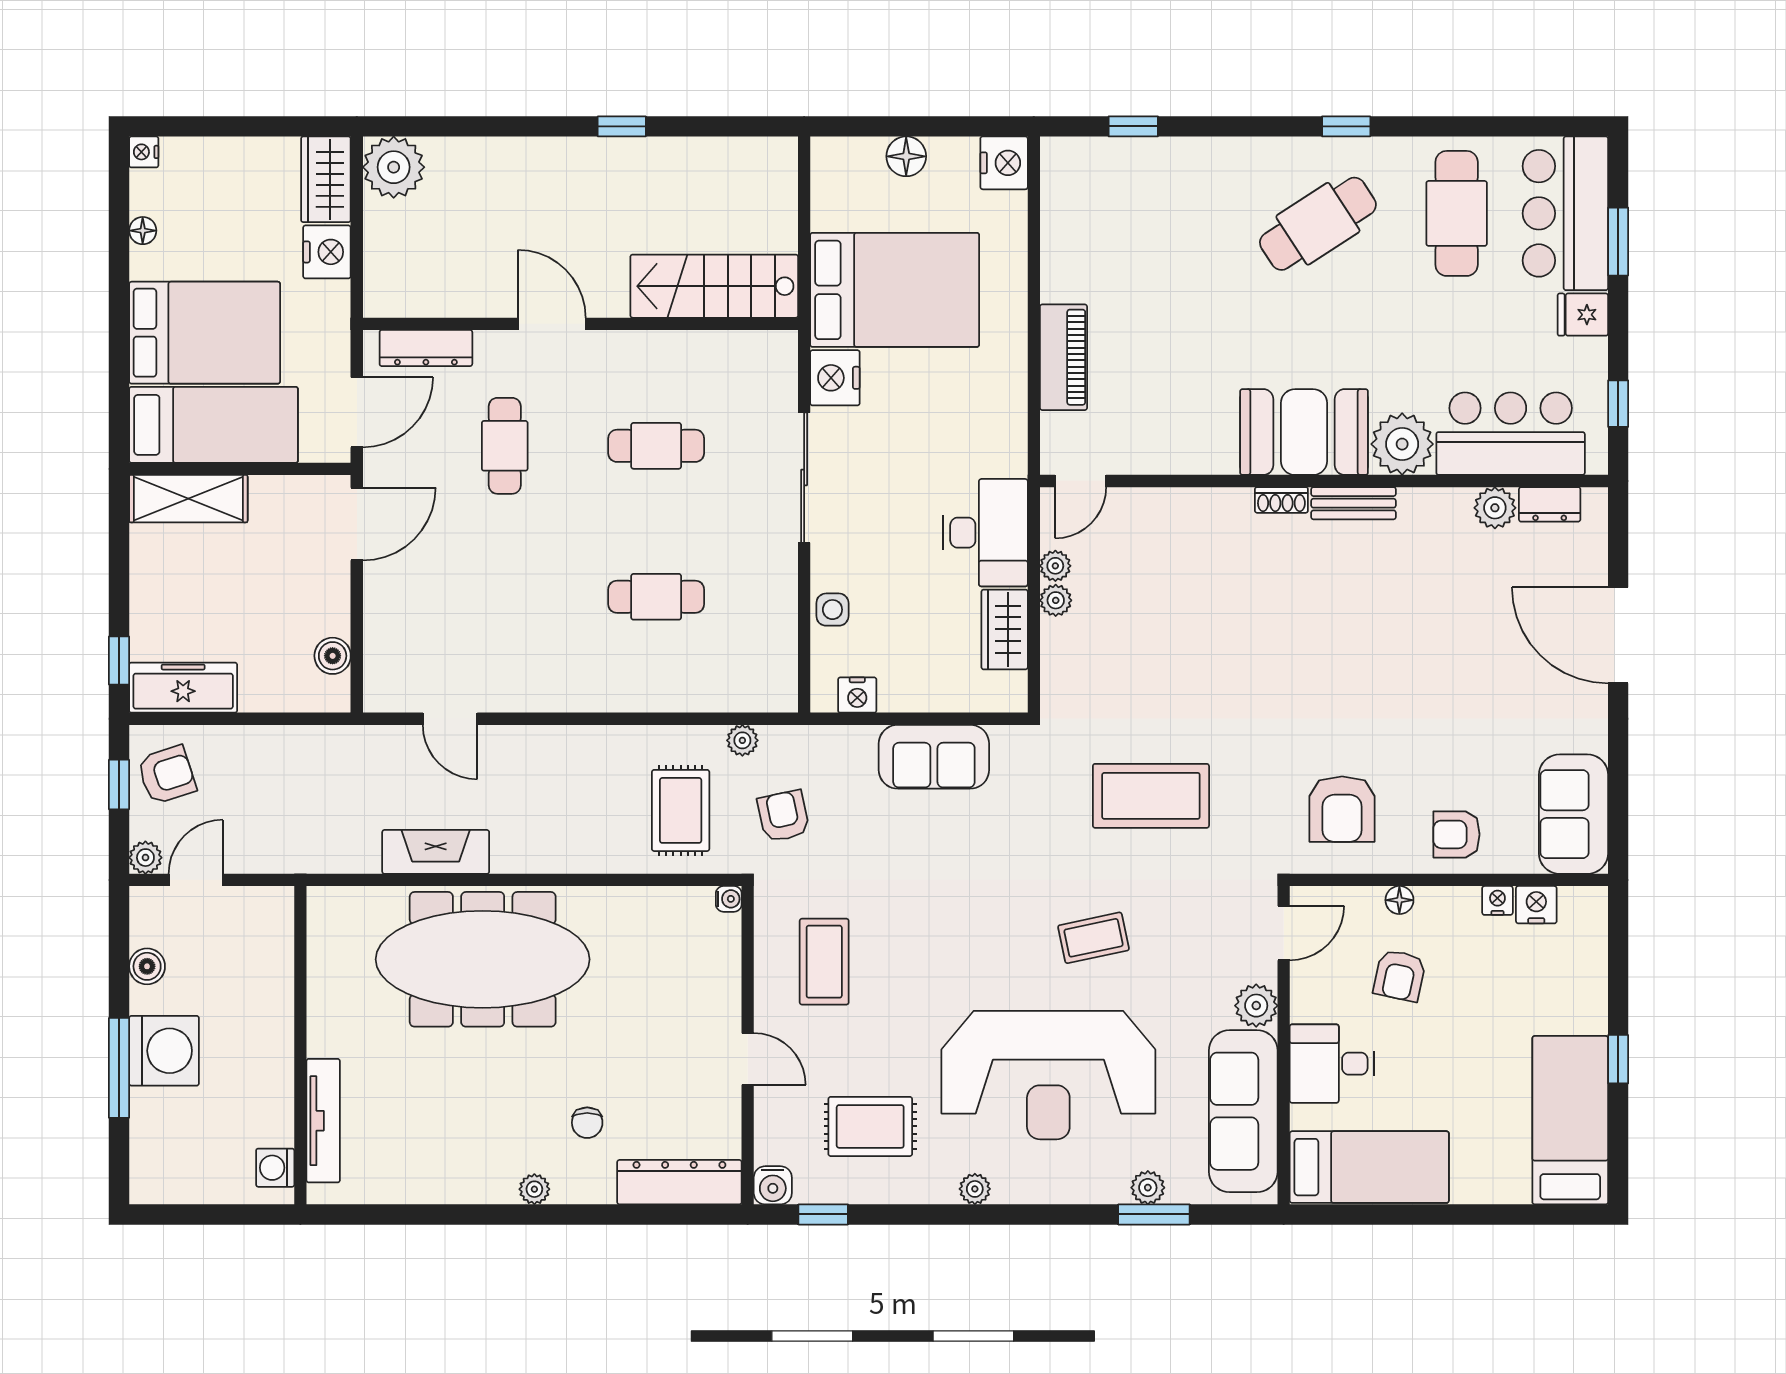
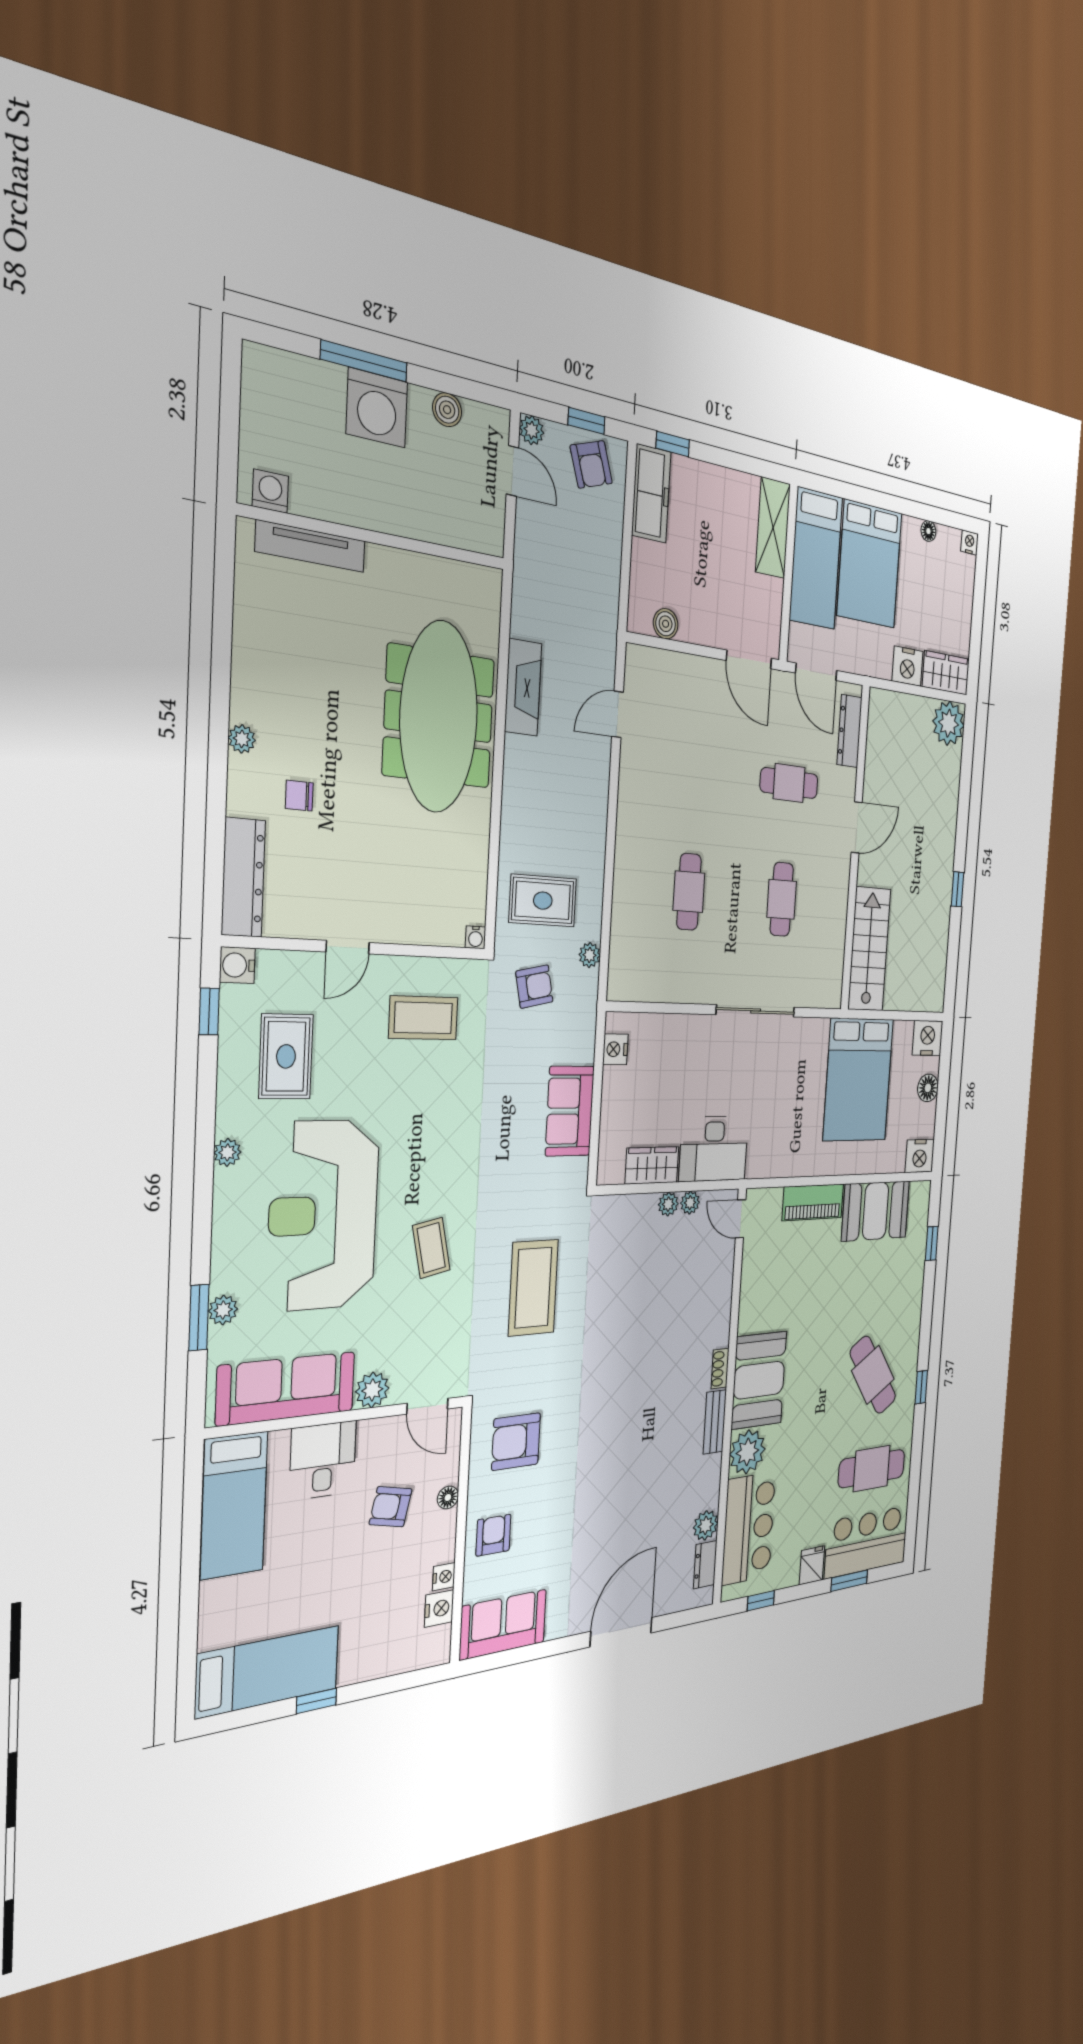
booth: (1080, 241) -> (876, 1211), added
nightstand: (835, 378) -> (928, 1038), moved
side table: (832, 610) -> (673, 1031), removed

